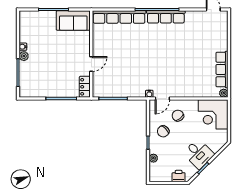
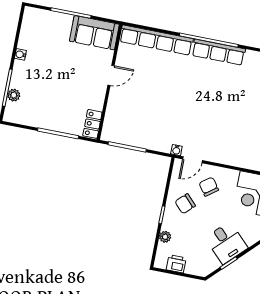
plant: (24, 56) -> (14, 95), moved
door: (91, 64) -> (111, 75), moved
printer: (179, 176) -> (176, 264), moved

